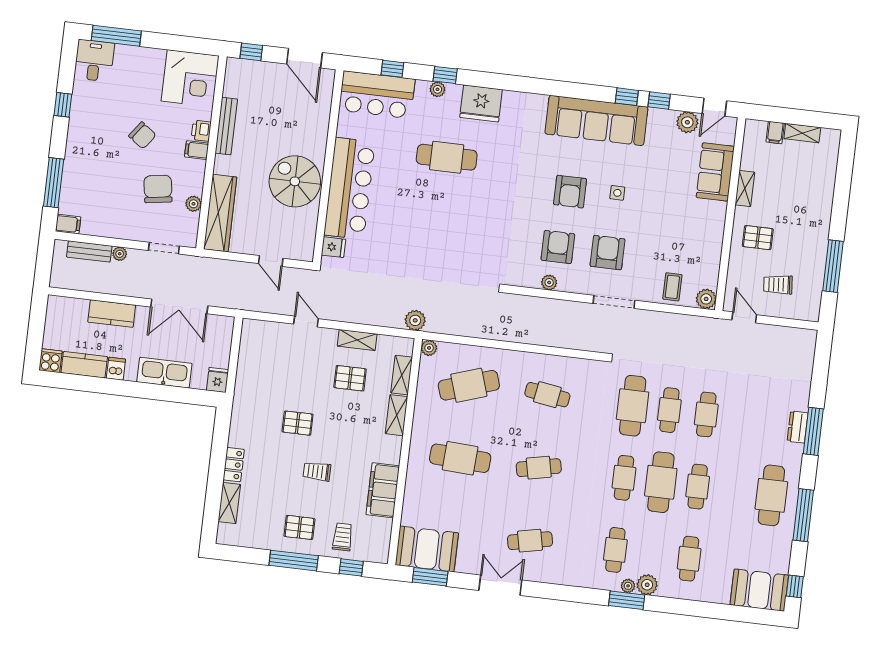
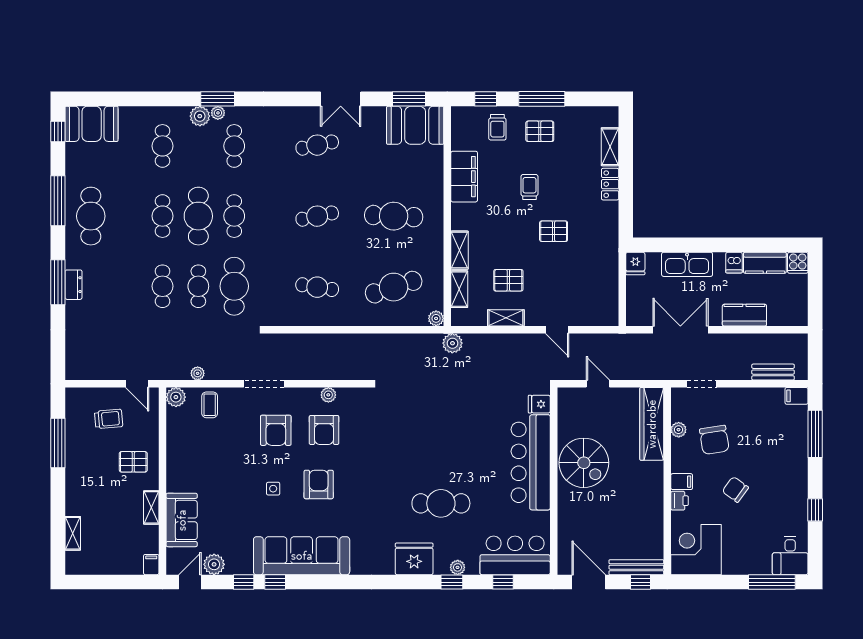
bench: (226, 126) -> (636, 567), moved, turned 90
filing cabinet: (775, 133) -> (151, 565), moved
shelving: (802, 133) -> (73, 533), moved, turned 90
plant: (120, 254) -> (198, 373), moved
trolley: (317, 472) -> (529, 187), turned -90

